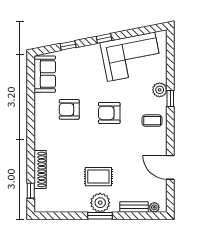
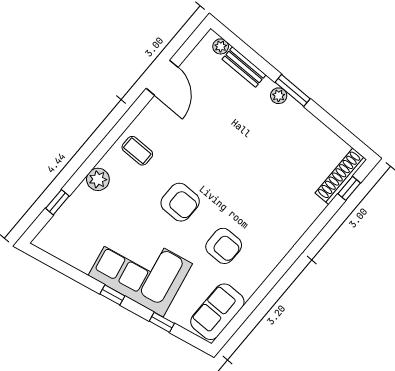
corner sofa: (131, 57) -> (140, 270), moved
window: (170, 99) -> (57, 202), moved
shoe rack: (40, 169) -> (341, 176), moved
rug: (98, 177) -> (256, 138), removed
plant: (100, 203) -> (279, 96), width x0.53, depth x0.53

